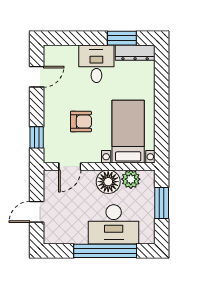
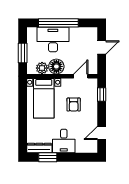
armchair: (81, 122) -> (74, 105), turned -90

